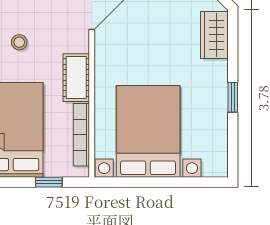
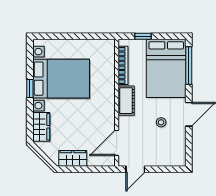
bed with nightstands: (148, 131) -> (61, 79), moved, turned -90

